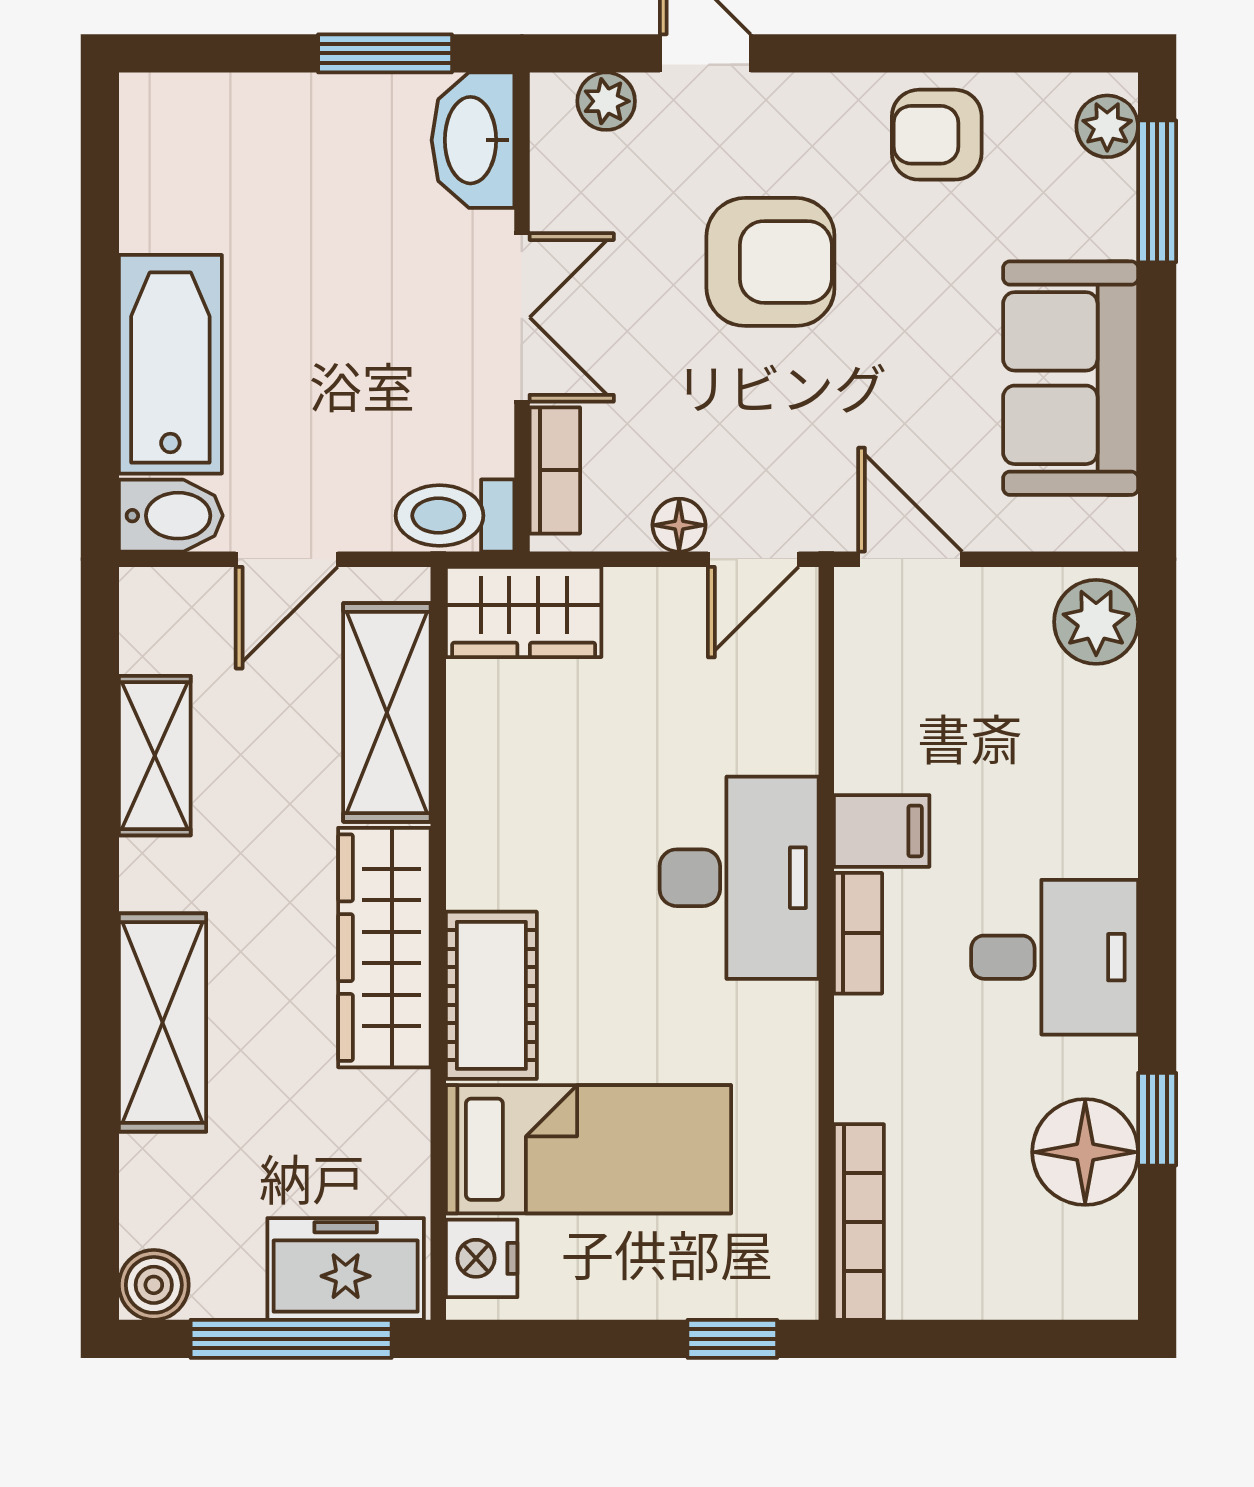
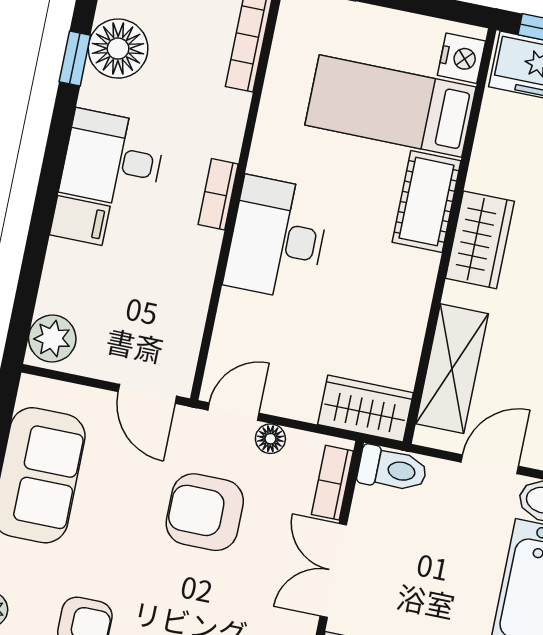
armchair: (770, 262) -> (205, 512), moved
filing cabinet: (882, 831) -> (80, 221), moved, turned 180
wardrobe: (384, 948) -> (480, 240), width x0.67

